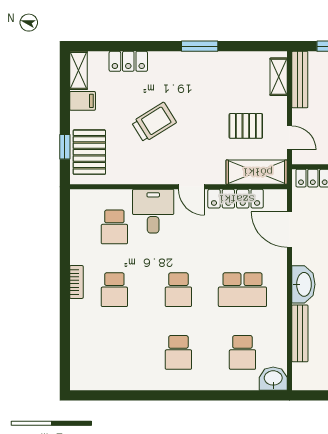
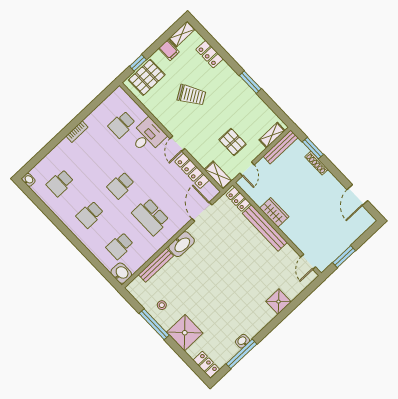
shelving: (257, 172) -> (218, 175), width x0.67, depth x0.75
school desk: (114, 290) -> (60, 183), moved
washbasin: (79, 383) -> (28, 180), added

